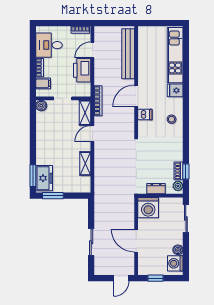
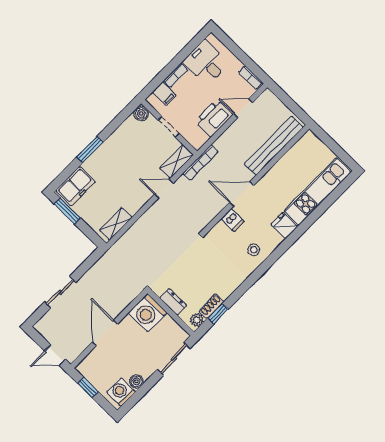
shelving: (85, 164) -> (116, 224), moved
window: (33, 176) -> (90, 150), moved

